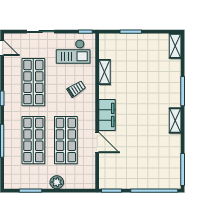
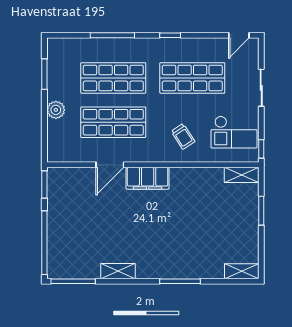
checkout: (73, 52) -> (234, 132), turned -90
shelving: (105, 72) -> (242, 175), moved
shelving: (175, 120) -> (118, 271), moved

